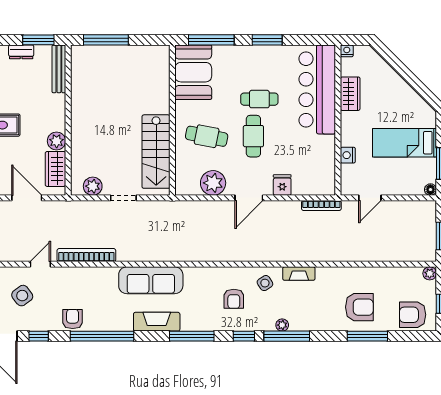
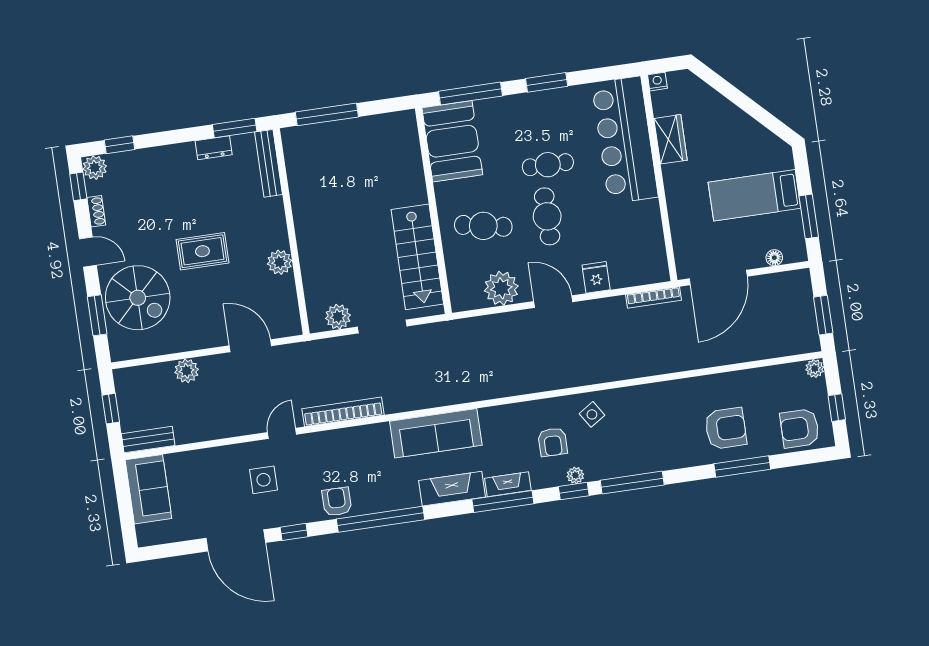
nightstand: (348, 155) -> (680, 223), removed
wardrobe: (55, 169) -> (284, 301), removed
floor lamp: (430, 190) -> (774, 258), moved
doorway: (123, 198) -> (382, 327), width x1.38
door: (249, 198) -> (553, 302), swing flipped
door: (370, 198) -> (718, 278), width x1.88
fireplace: (299, 274) -> (508, 484), moved, turned 180
side table: (22, 296) -> (263, 480), turned 37
plant: (282, 325) -> (575, 475), moved

